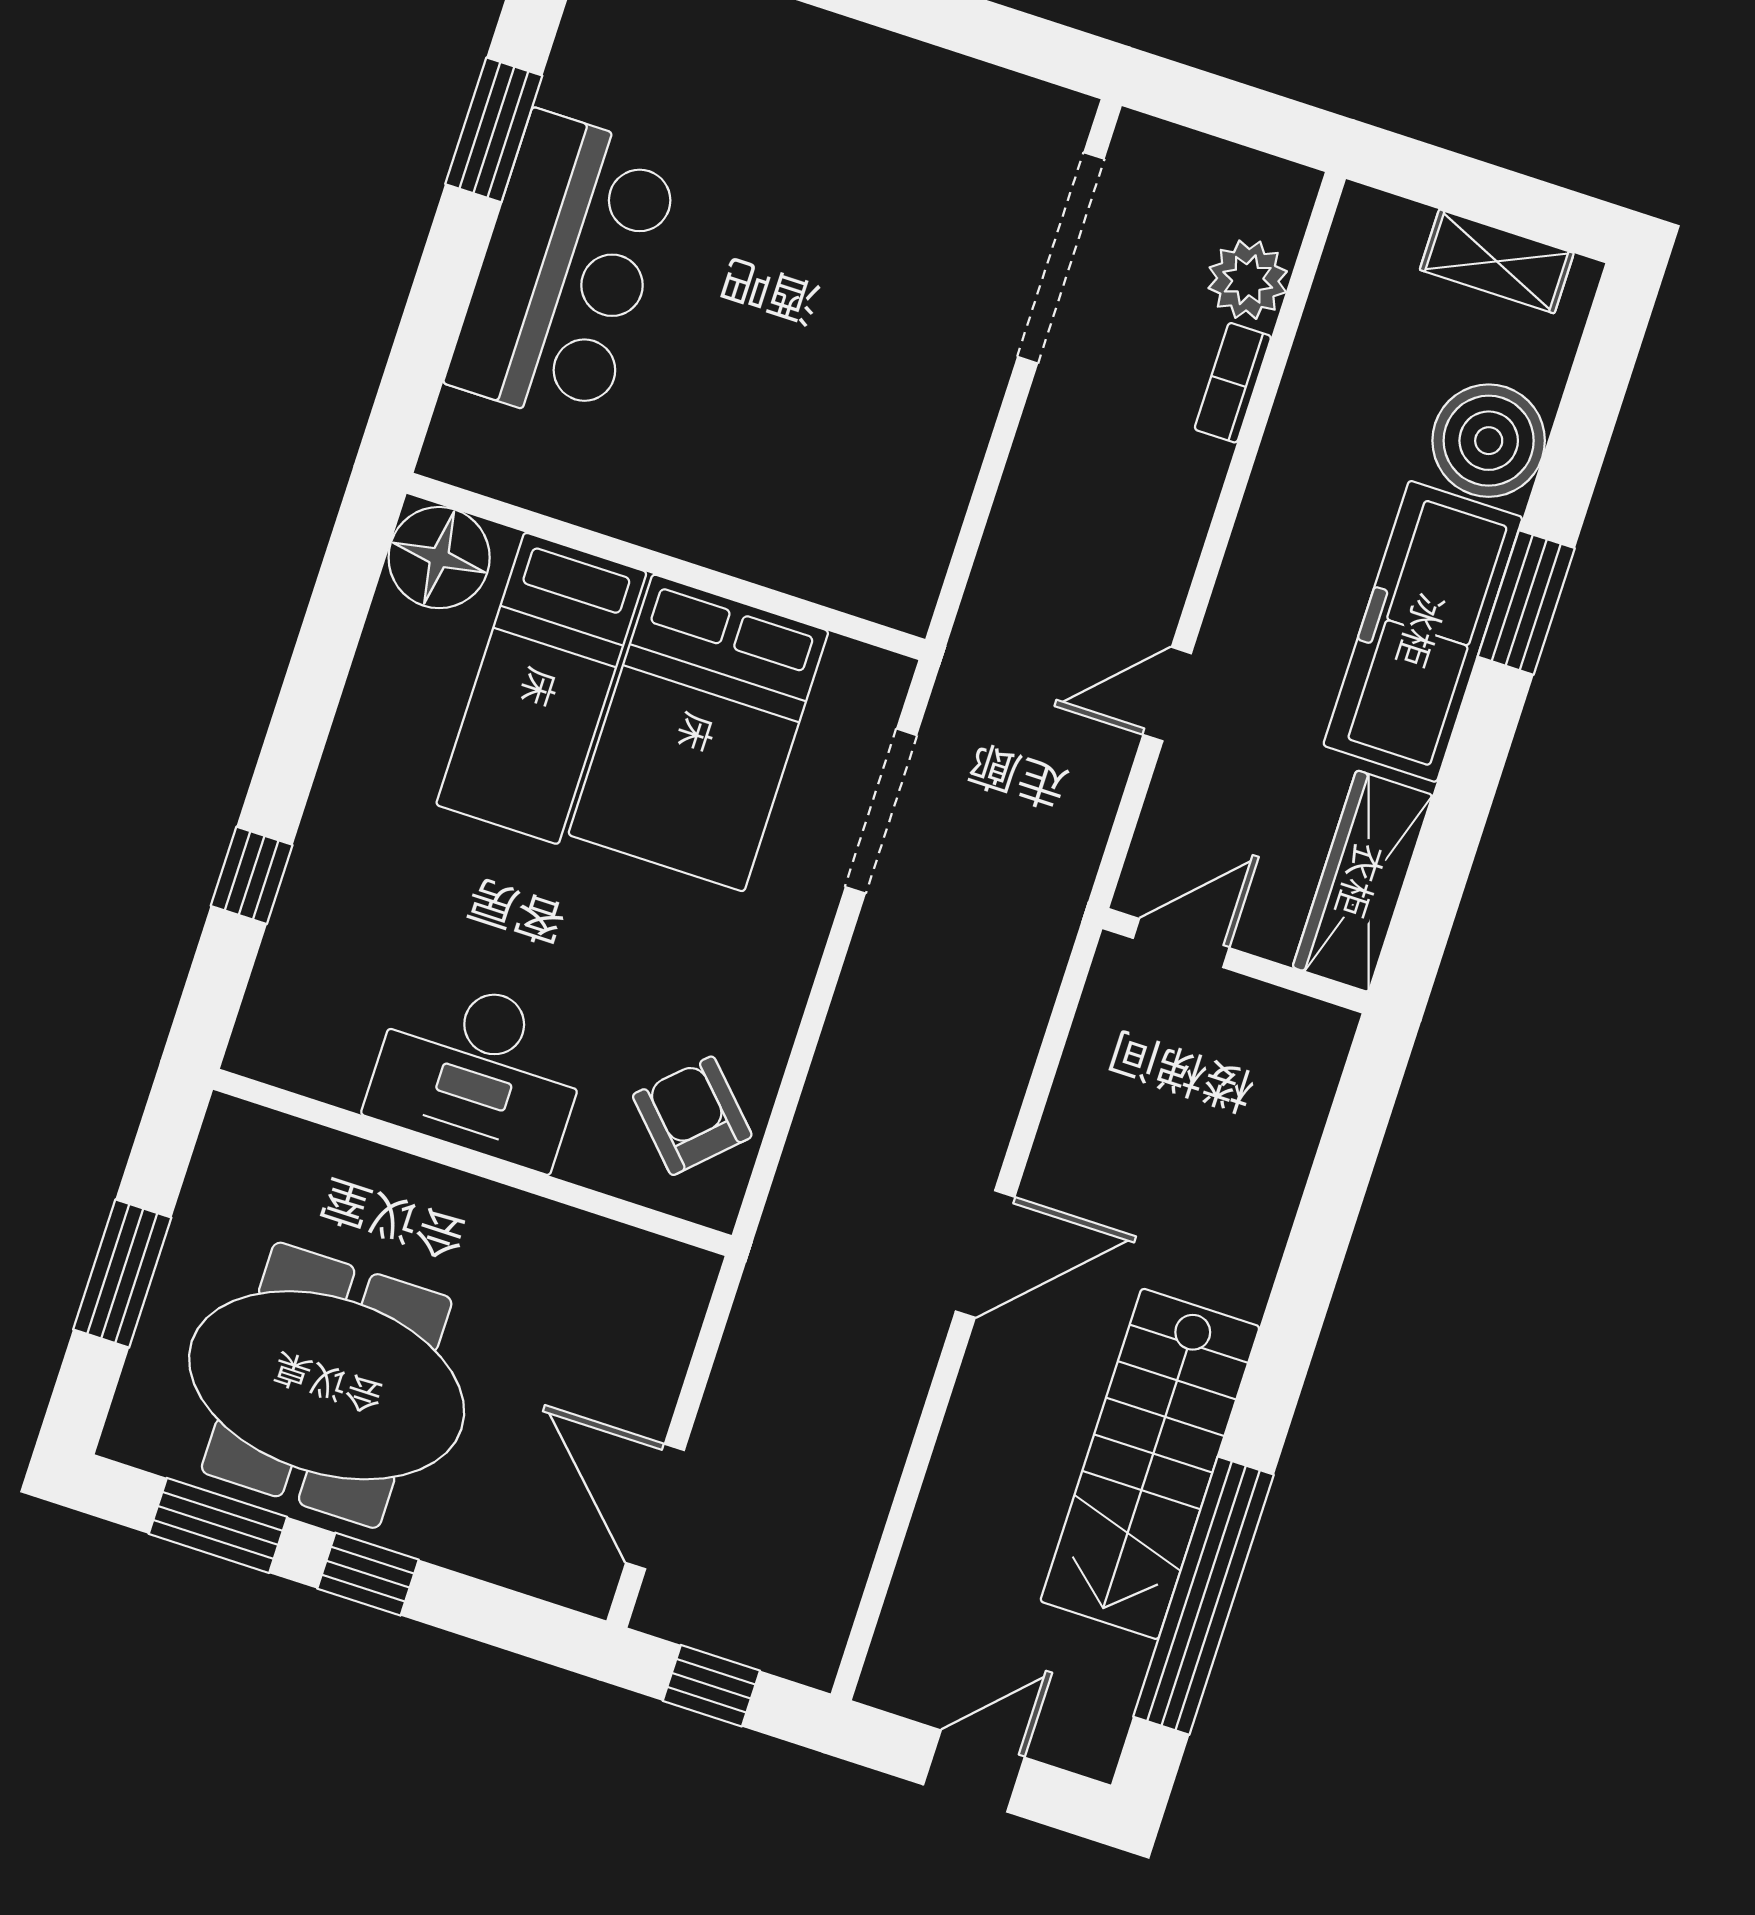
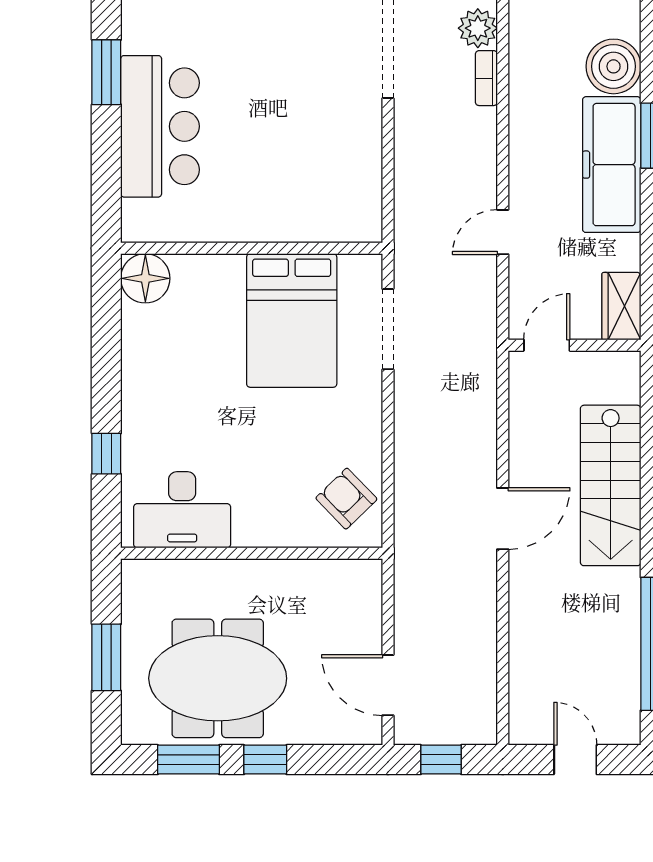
bed: (541, 688) -> (212, 324), removed
wardrobe: (1362, 881) -> (621, 306), width x0.67
desk: (479, 1071) -> (182, 510), moved
stairs: (1150, 1464) -> (611, 485), moved
door: (974, 1771) -> (575, 760), hinge flipped

